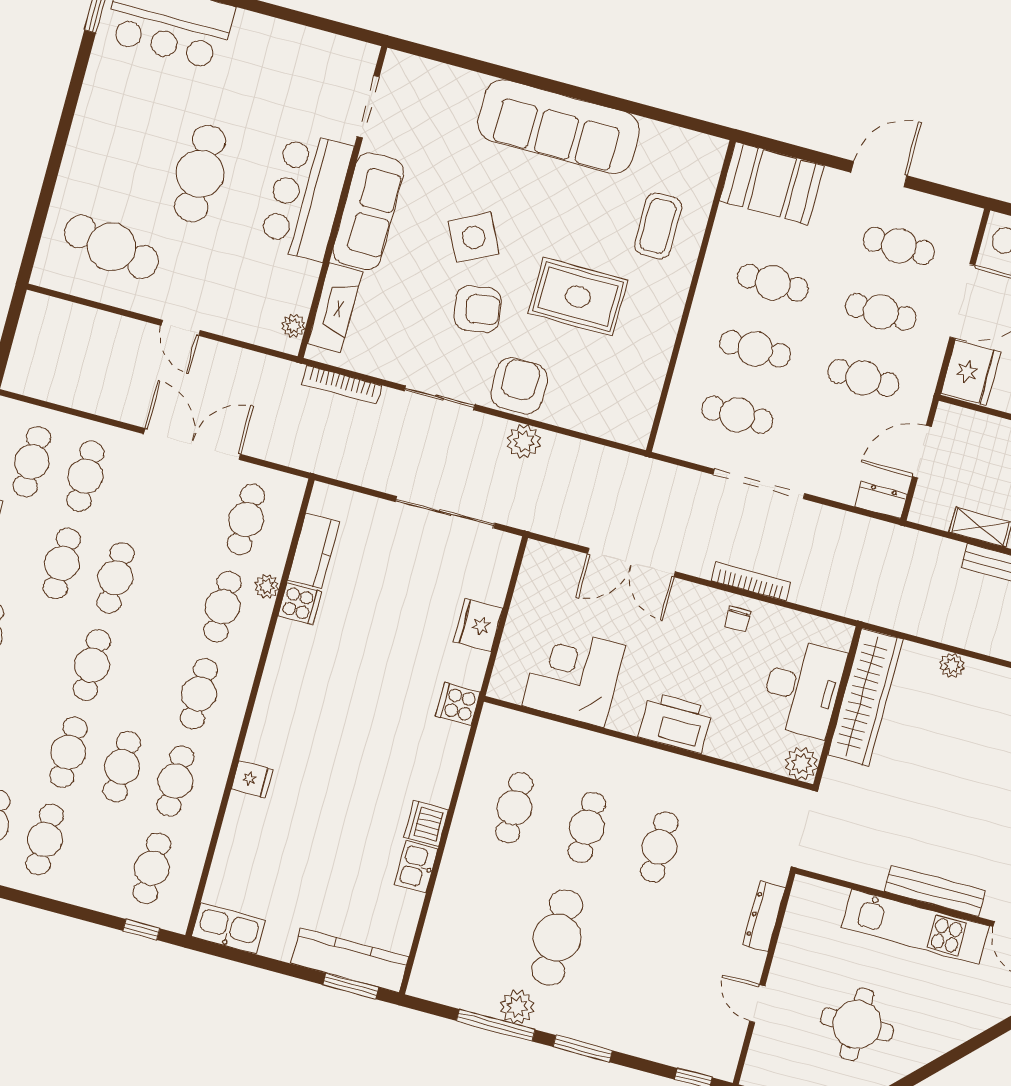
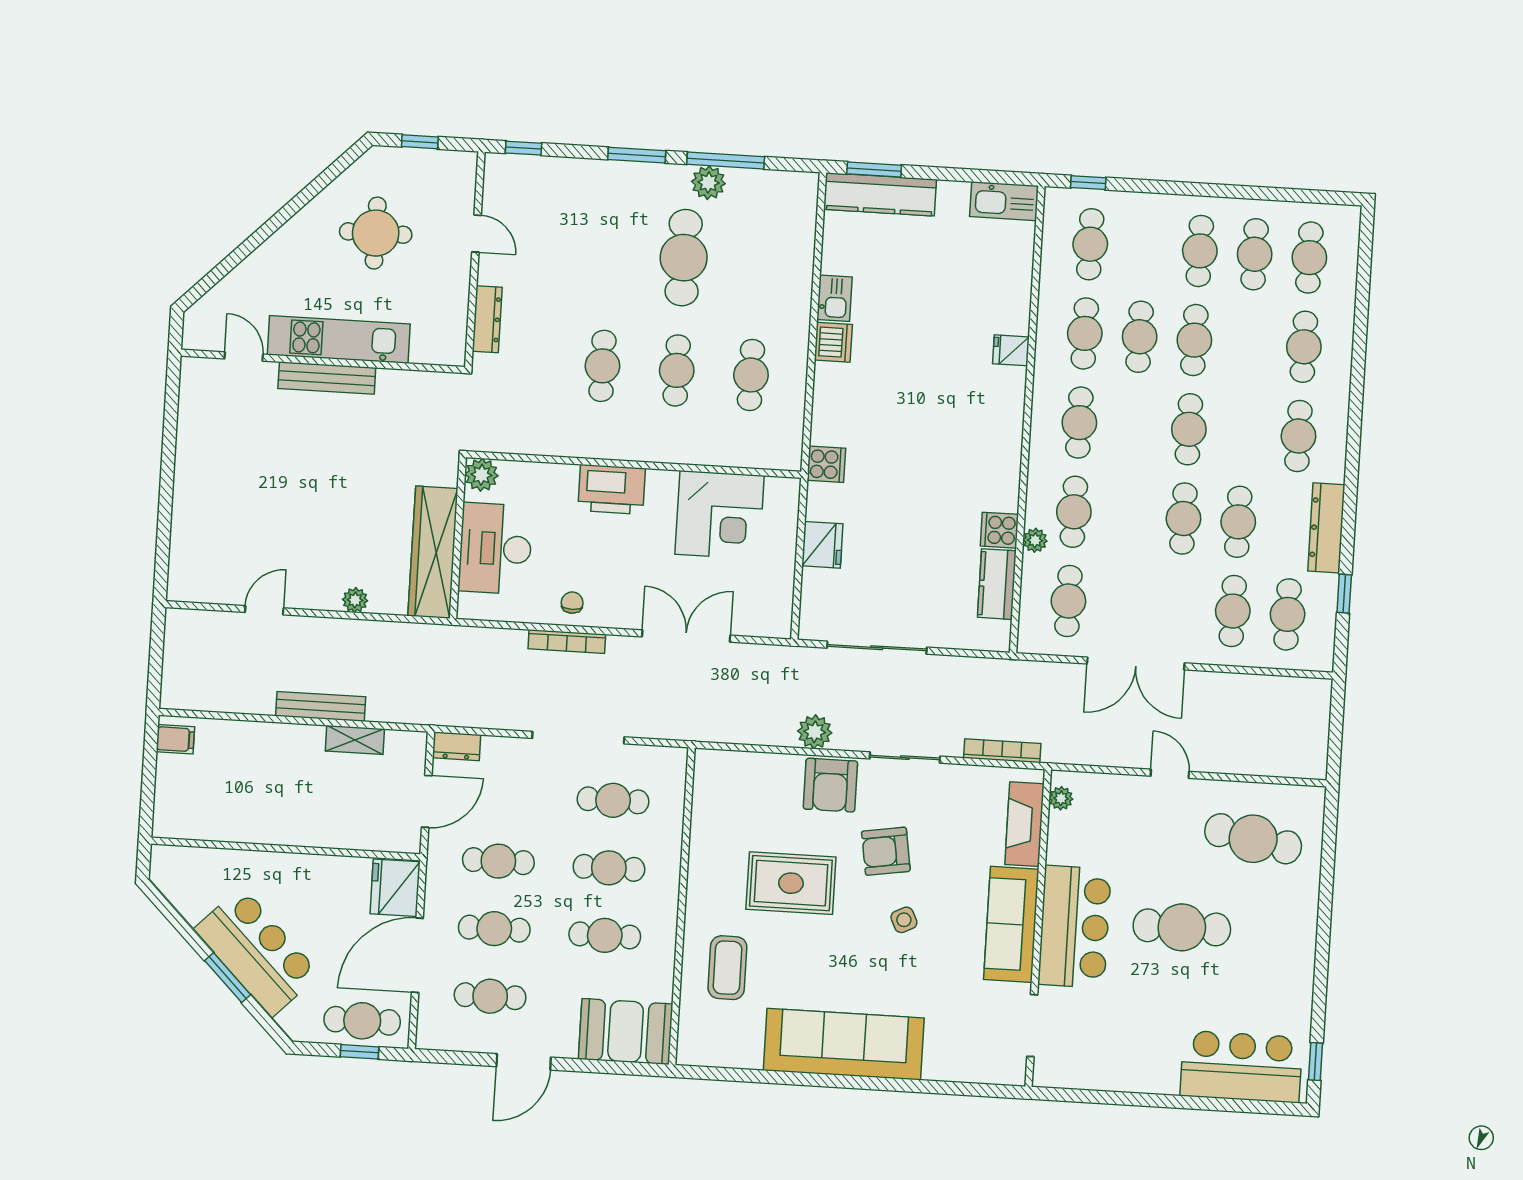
cafe table: (200, 173) -> (1182, 927), turned 90
side table: (474, 237) -> (904, 920), width x0.54, depth x0.54

